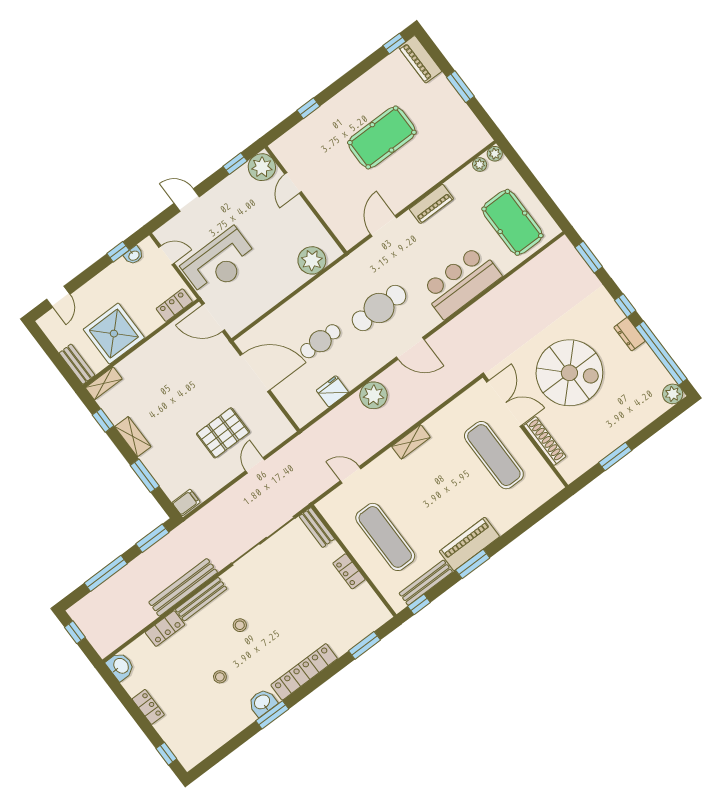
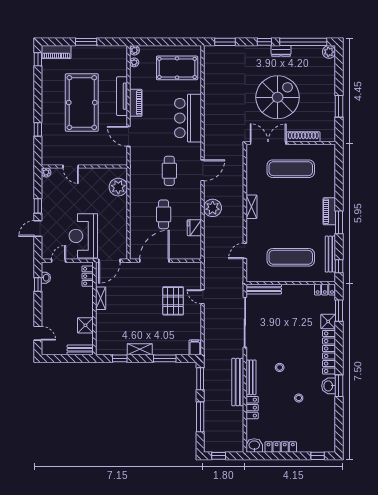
pool table: (382, 137) -> (82, 103), width x1.36, depth x1.32
window: (235, 164) -> (38, 206), moved
plant: (262, 167) -> (46, 172), width x0.53, depth x0.53
tv unit: (427, 181) -> (122, 96), added
reception desk: (220, 263) -> (83, 236), turned 180
cafe table: (379, 308) -> (169, 171), width x0.73, depth x0.74
shower: (114, 334) -> (85, 325), width x0.54, depth x0.54
shelving: (104, 383) -> (101, 298), moved
bench: (317, 527) -> (264, 289), width x1.36
piano: (469, 544) -> (329, 211), width x0.73, depth x0.75
locker: (349, 571) -> (325, 290), moved
shower: (341, 642) -> (328, 321), added
locker: (148, 707) -> (281, 447), width x1.53

